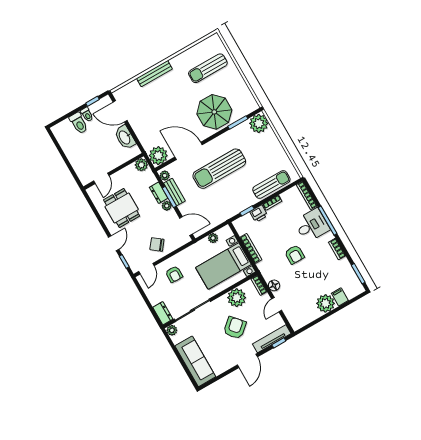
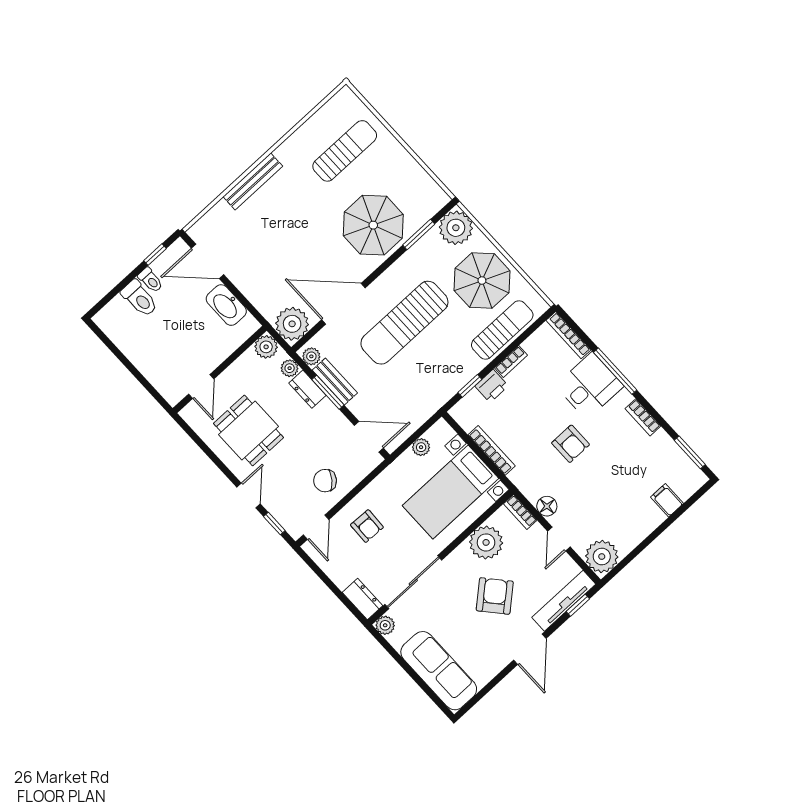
sun lounger: (208, 68) -> (345, 151), turned 180
parasol: (266, 155) -> (482, 281), added
plant: (167, 206) -> (290, 368), moved
plant: (325, 303) -> (602, 557), moved

